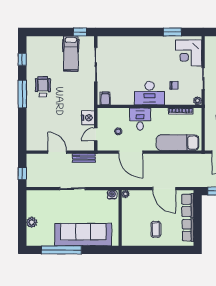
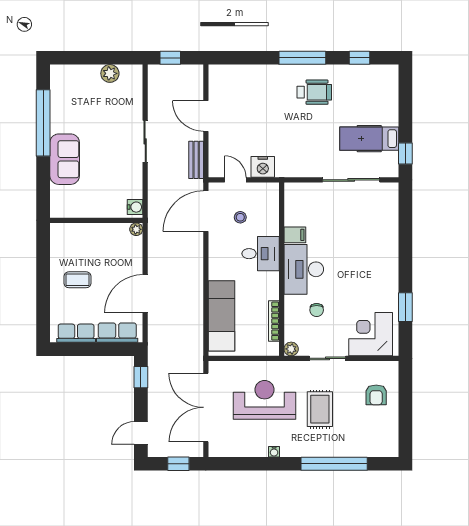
filing cabinet: (105, 98) -> (295, 235), moved
door: (57, 152) -> (206, 116), swing flipped
door: (131, 152) -> (206, 211), moved
plant: (32, 222) -> (110, 73), moved
sofa: (83, 235) -> (65, 159), width x0.54, depth x0.79

